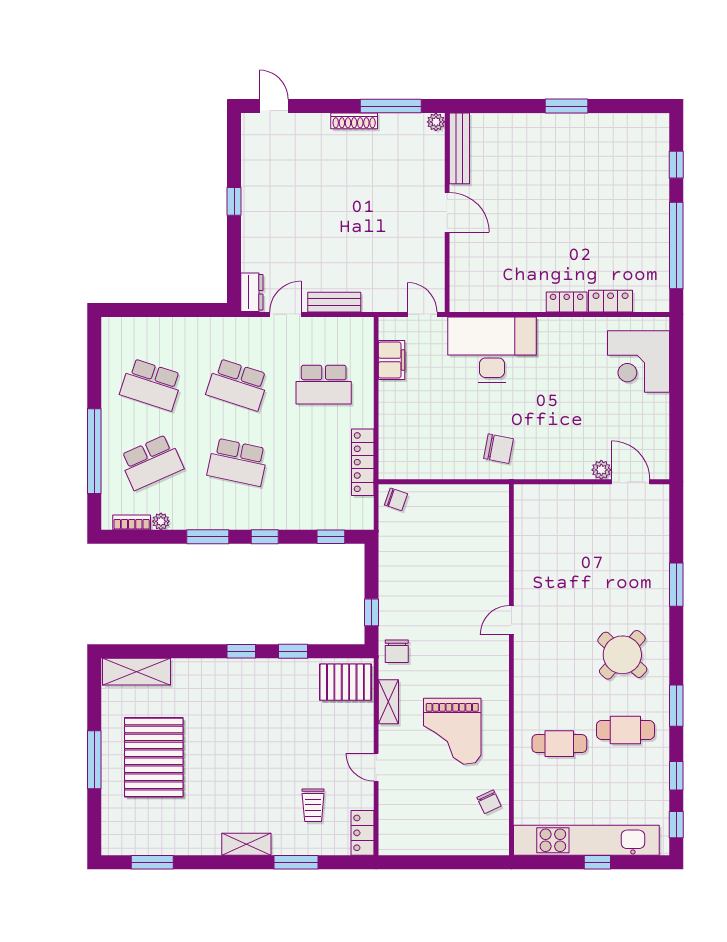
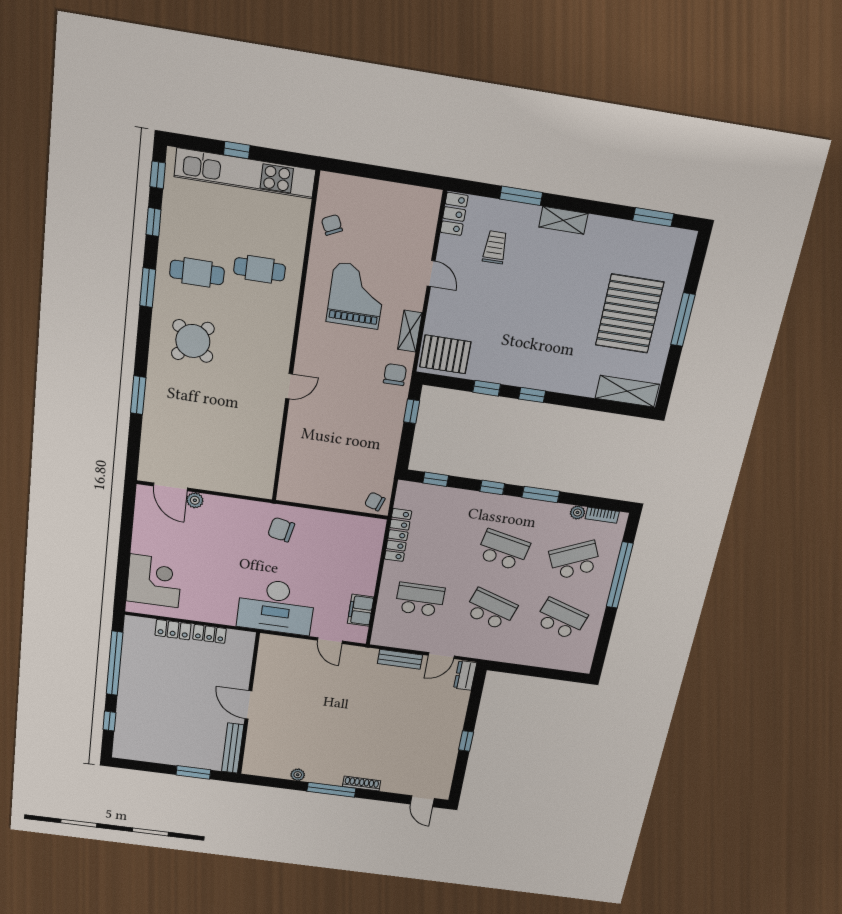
bench: (459, 148) -> (233, 748), moved
door: (447, 212) -> (248, 705), moved
wall: (447, 213) -> (248, 705), moved

